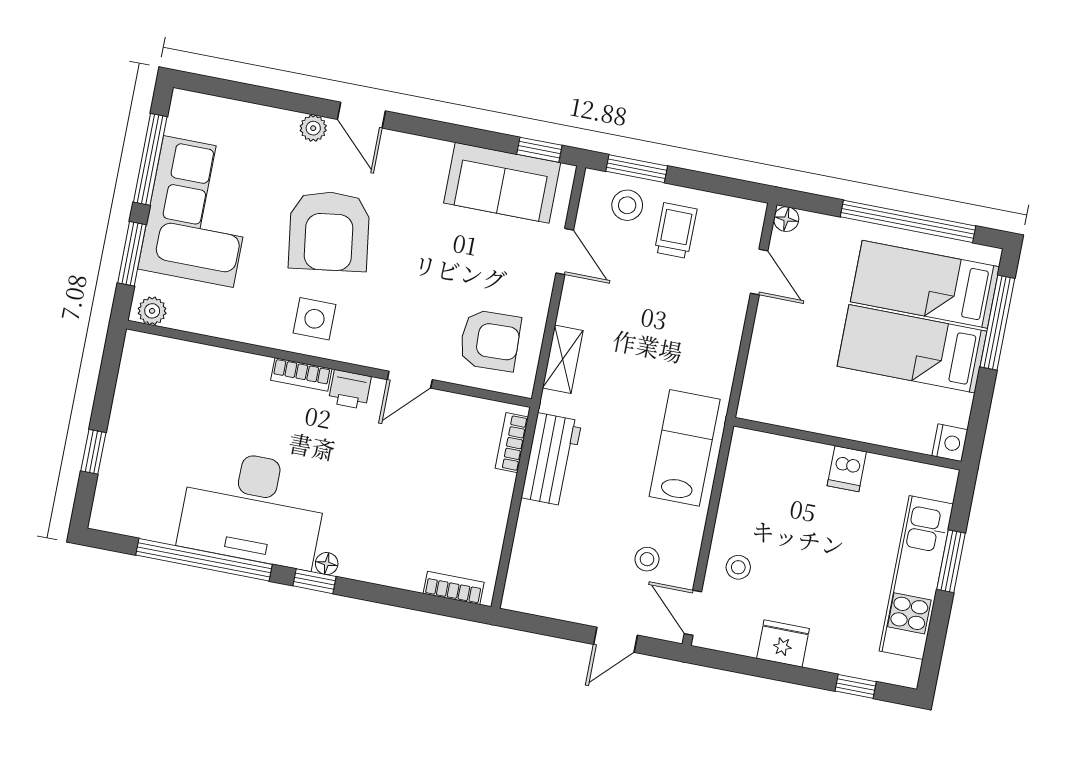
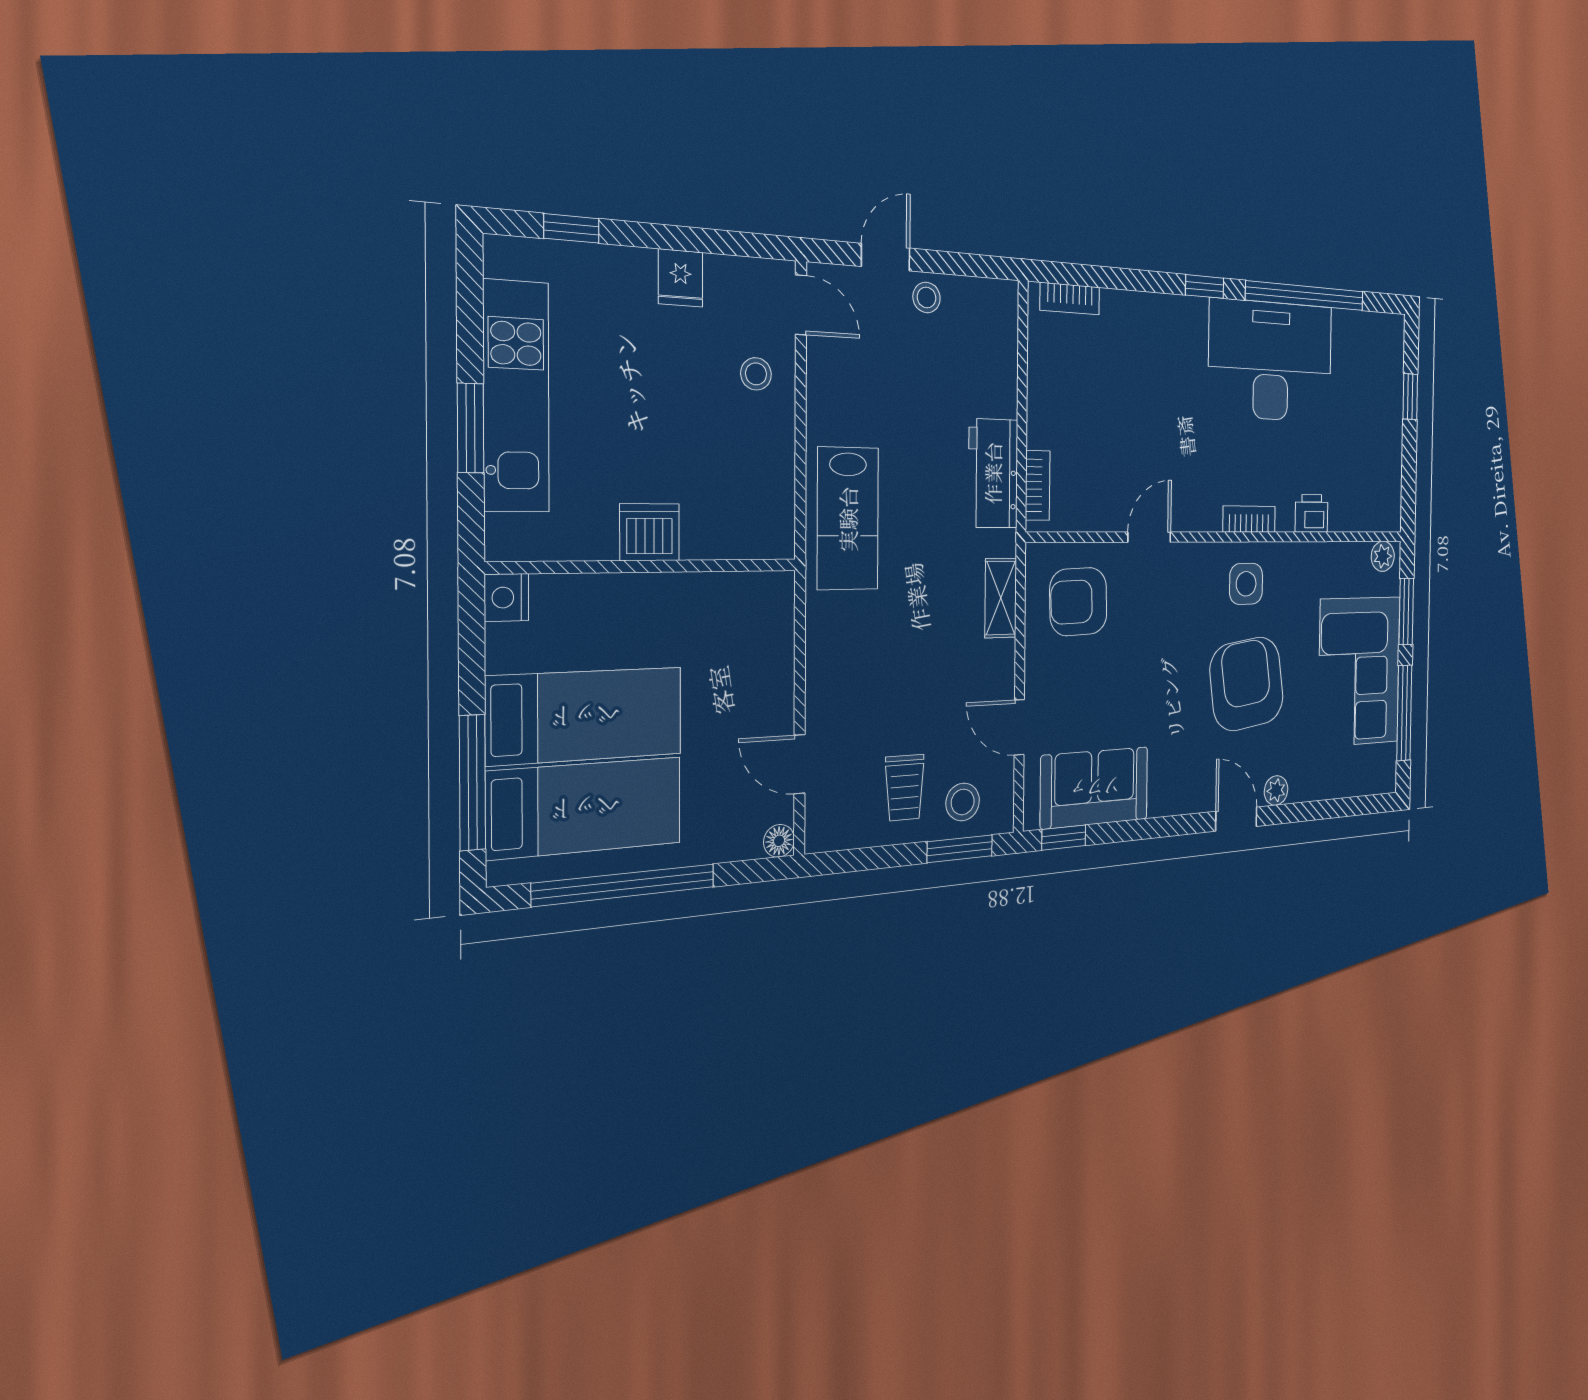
printer: (350, 389) -> (1312, 513), moved
dishwasher: (847, 469) -> (650, 532), width x1.38
stool: (647, 559) -> (927, 297), moved
floor lamp: (327, 564) -> (1196, 309), removed
fridge: (783, 643) -> (680, 278), width x0.72

